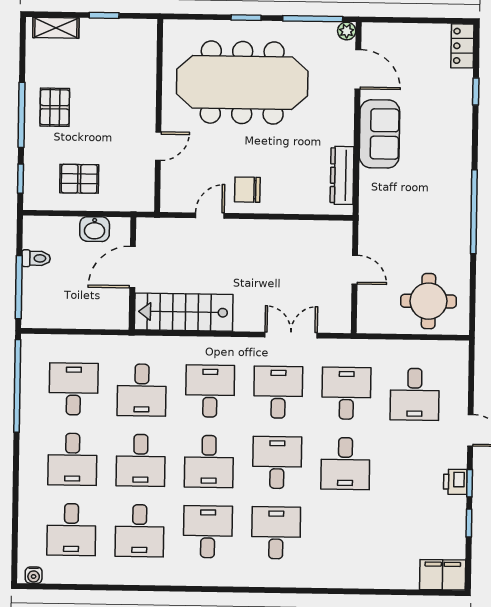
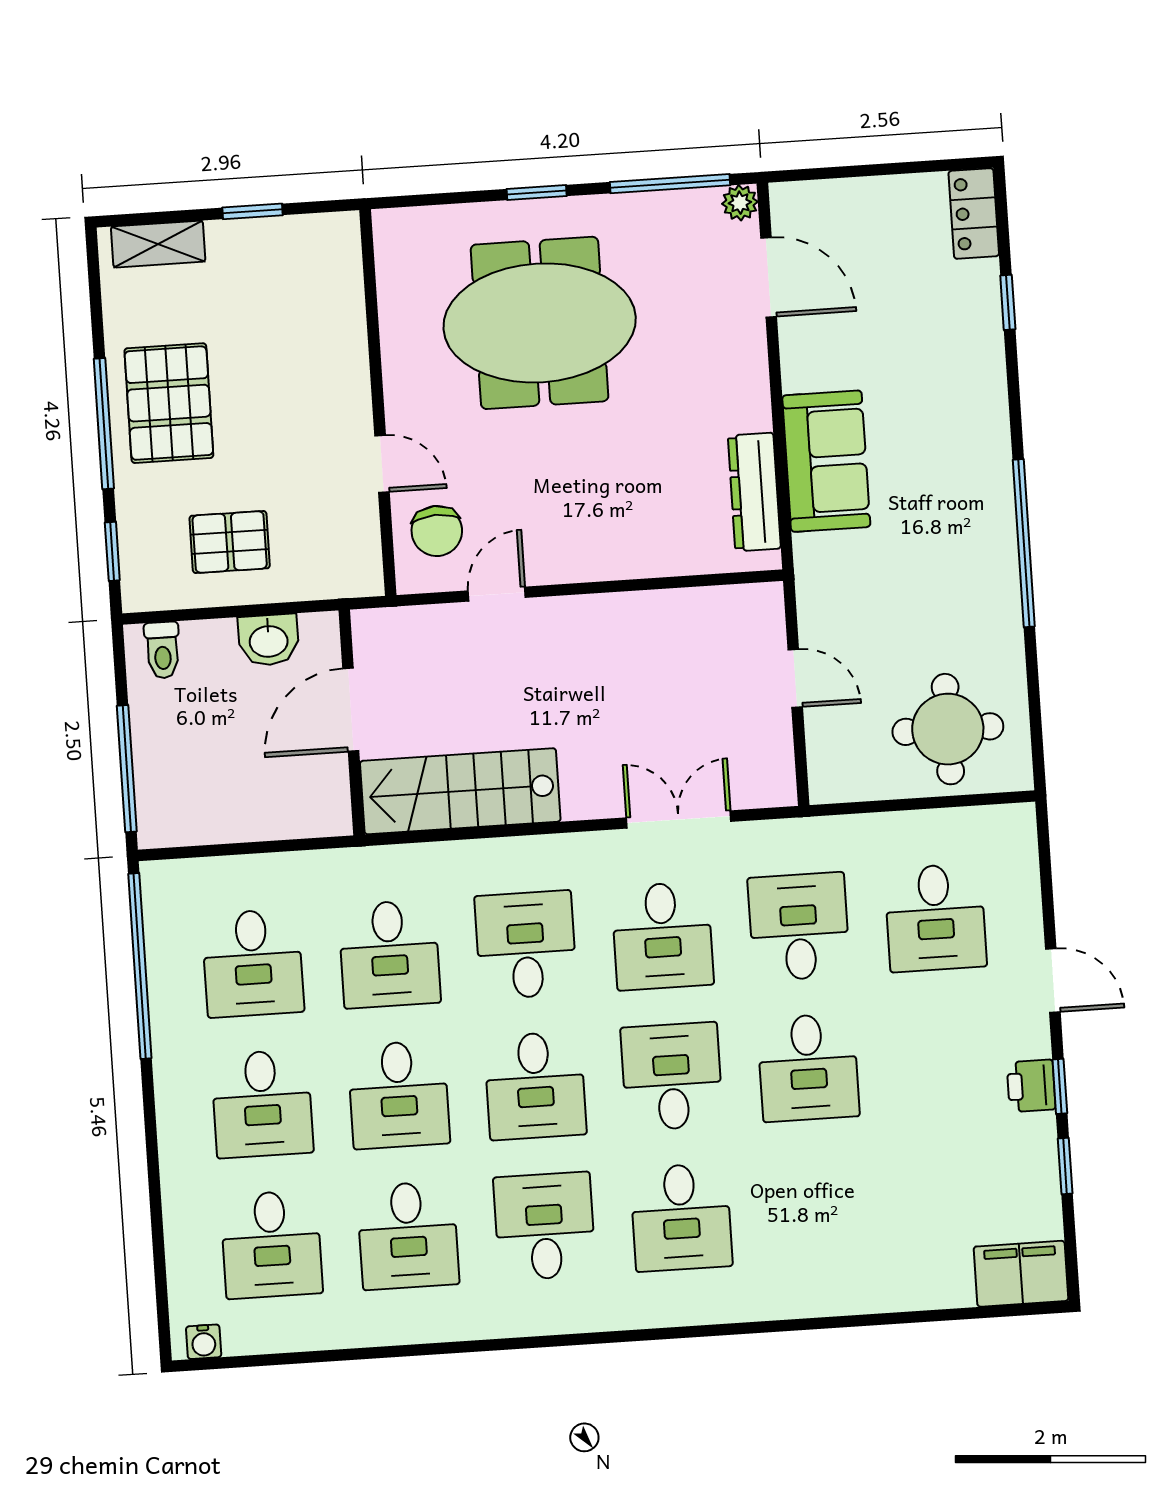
meeting table: (242, 83) -> (540, 323), width x0.73
pallet: (55, 107) -> (169, 403), width x1.50, depth x1.42
sofa: (379, 134) -> (826, 461), moved
door: (158, 146) -> (382, 464), hinge flipped
chair: (247, 190) -> (437, 531), moved, turned -92
toilet: (36, 258) -> (162, 650), moved, turned 90
desk: (74, 389) -> (253, 963), turned 180
desk: (278, 392) -> (662, 936), turned 180
desk: (276, 533) -> (681, 1217), turned 180

